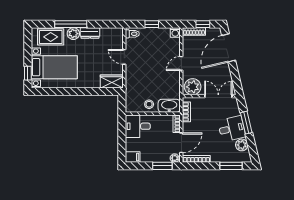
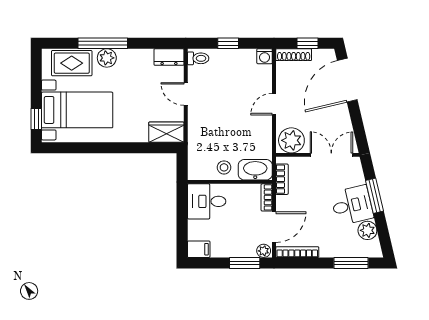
dresser: (90, 33) -> (169, 57), moved

